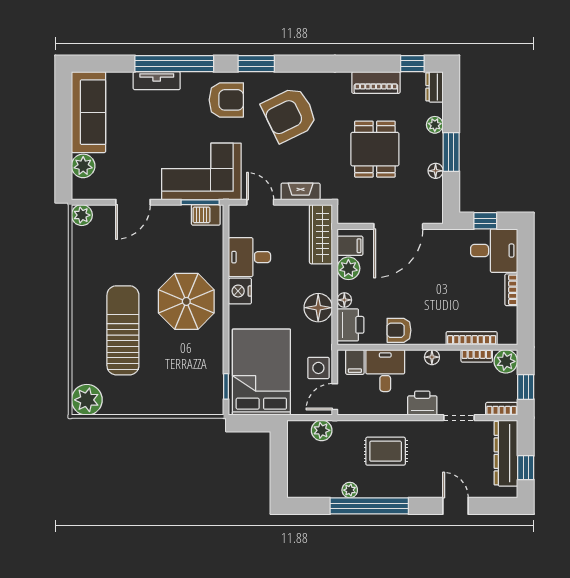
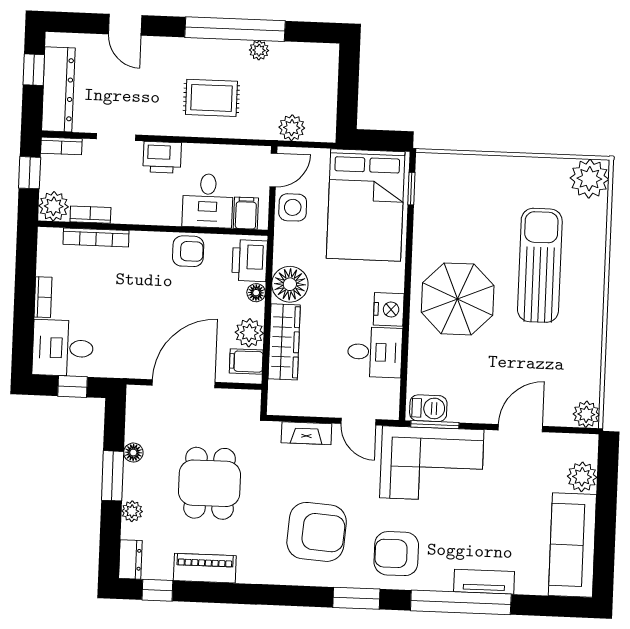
armchair: (289, 114) -> (317, 532), turned 30
wardrobe: (321, 234) -> (284, 342), moved
sun lounger: (123, 330) -> (540, 265), turned 180
floor lamp: (432, 357) -> (148, 215), removed

